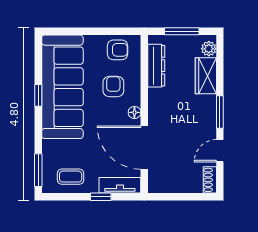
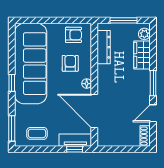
window: (38, 95) -> (12, 83), moved
window: (101, 197) -> (75, 149), moved

